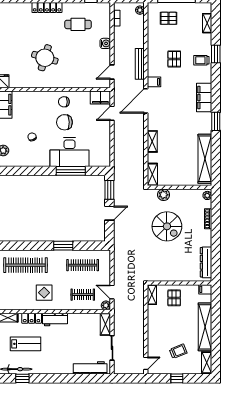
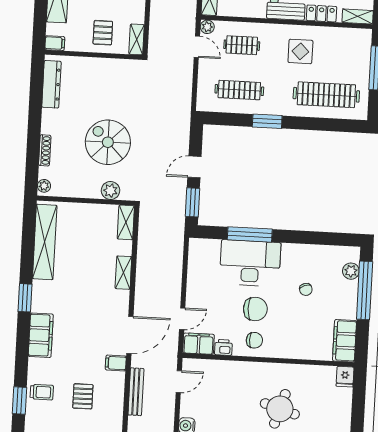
printer: (84, 96) -> (223, 347), added

